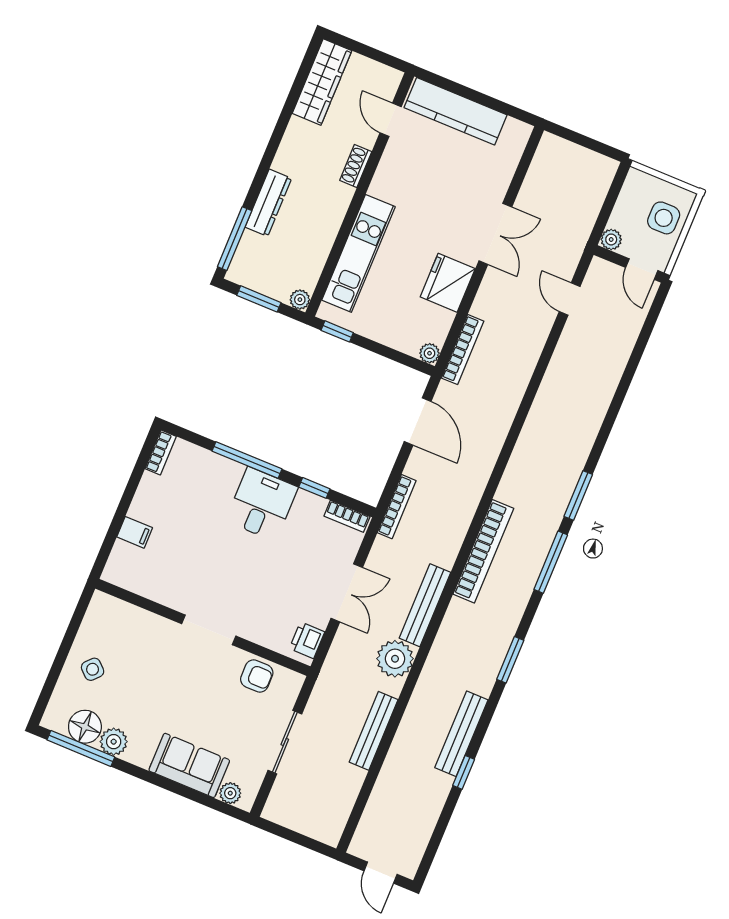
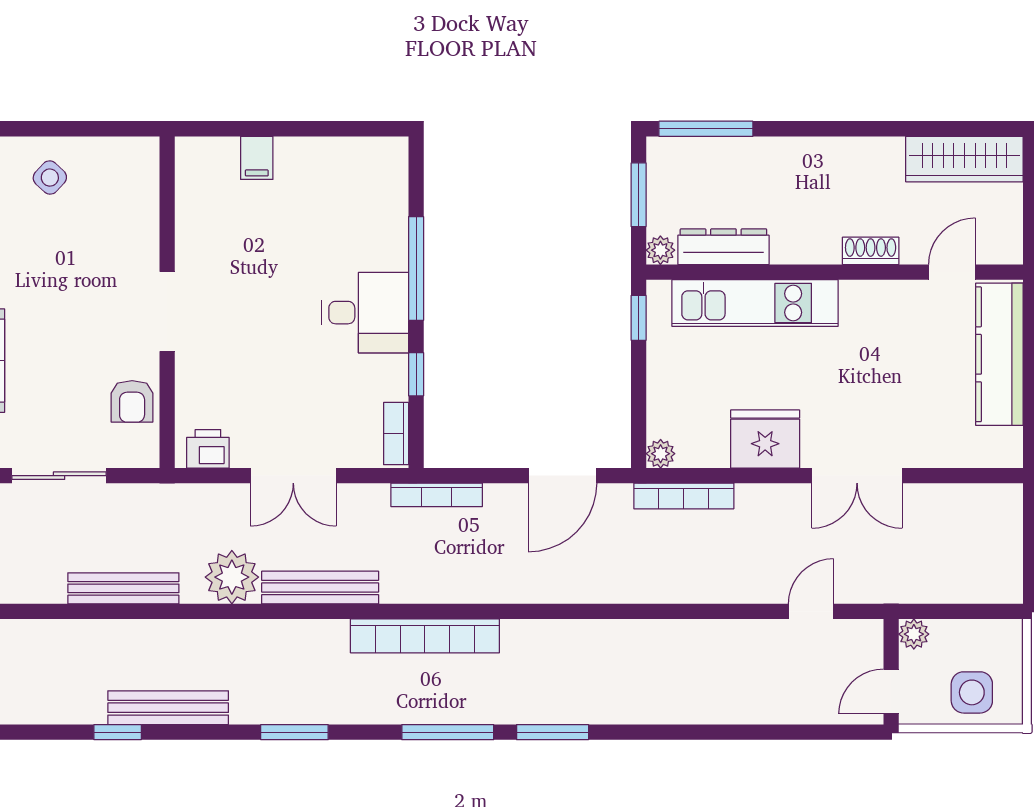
dresser: (268, 203) -> (723, 247), moved, turned 180
bookcase: (161, 453) -> (378, 148), removed

